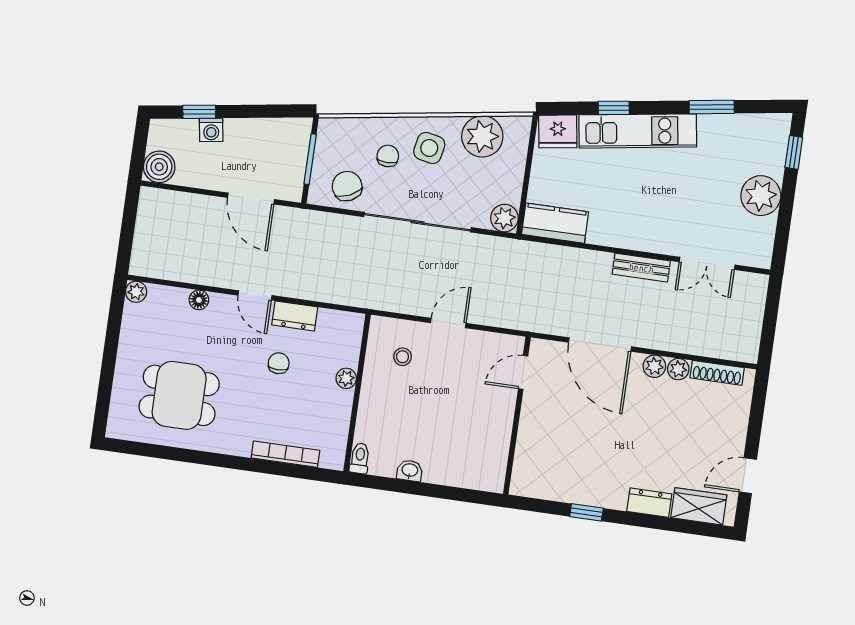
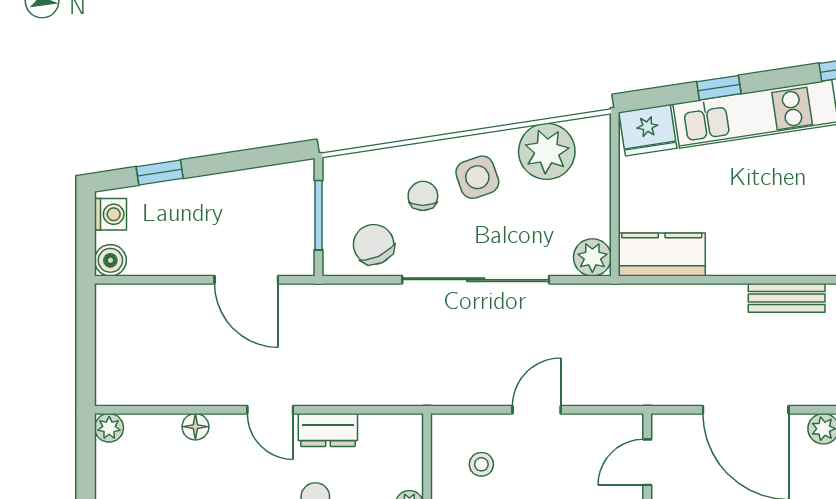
washing machine: (211, 130) -> (110, 214), moved, turned -81
side table: (429, 148) -> (477, 177), turned -30
boiler: (159, 167) -> (110, 260), width x0.73, depth x0.73

